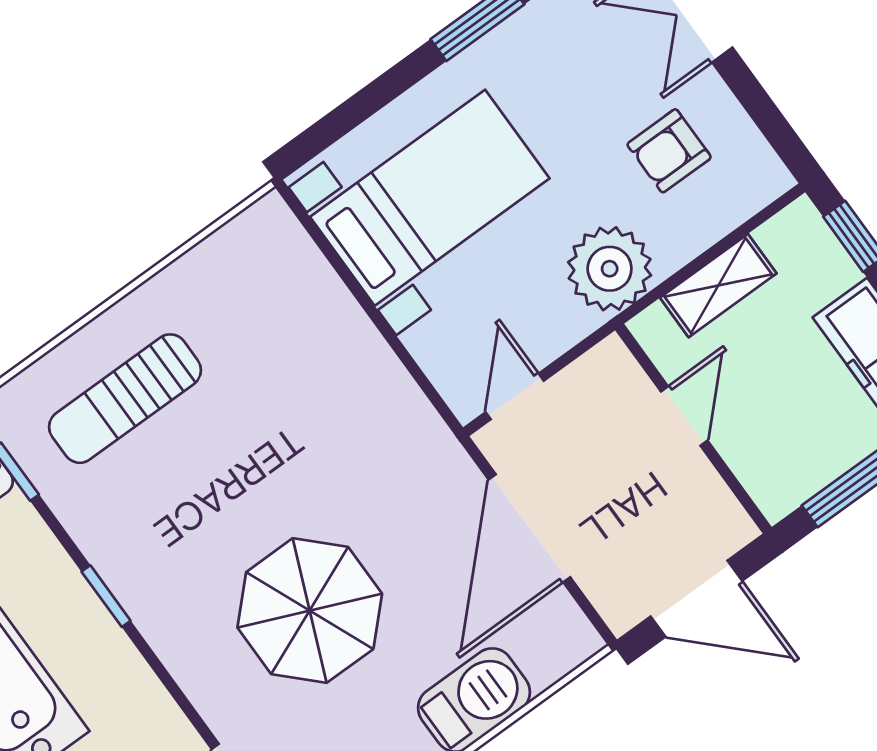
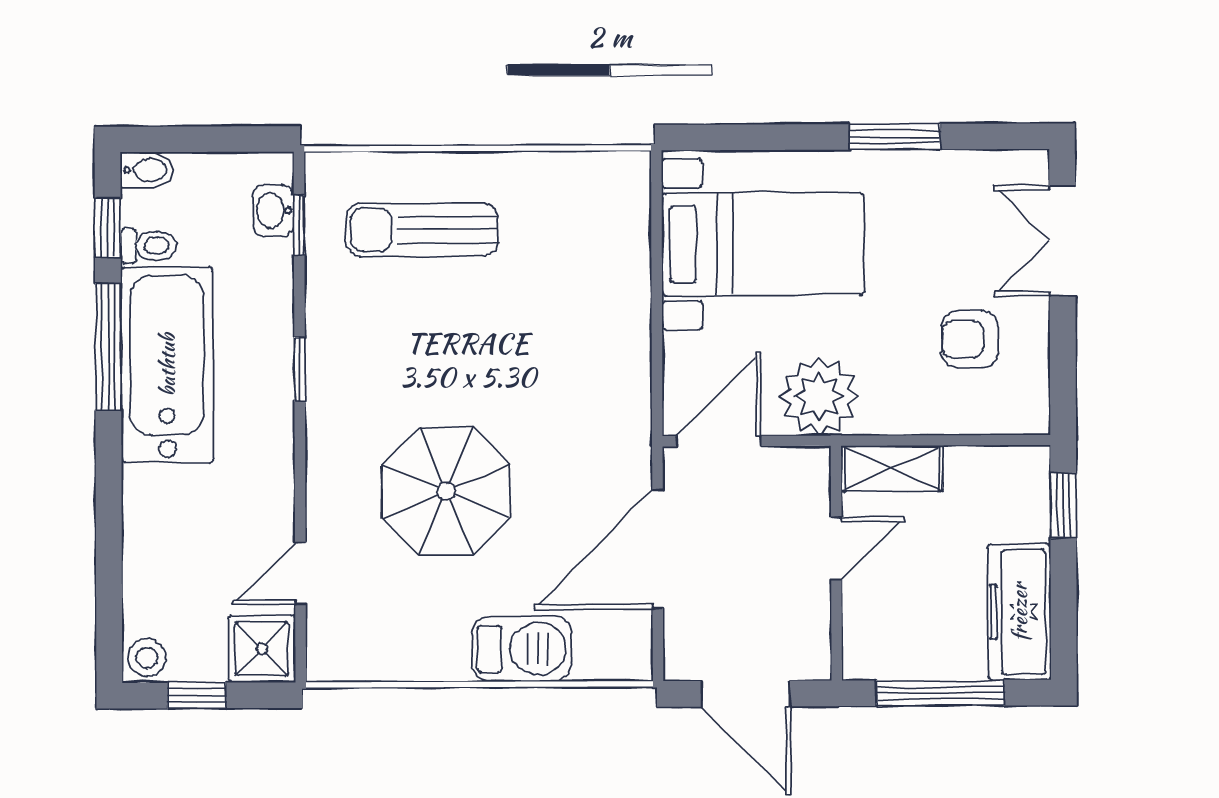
plant: (610, 269) -> (819, 396), moved
shelving: (718, 286) -> (892, 468), moved
door: (515, 396) -> (719, 441), width x1.38

